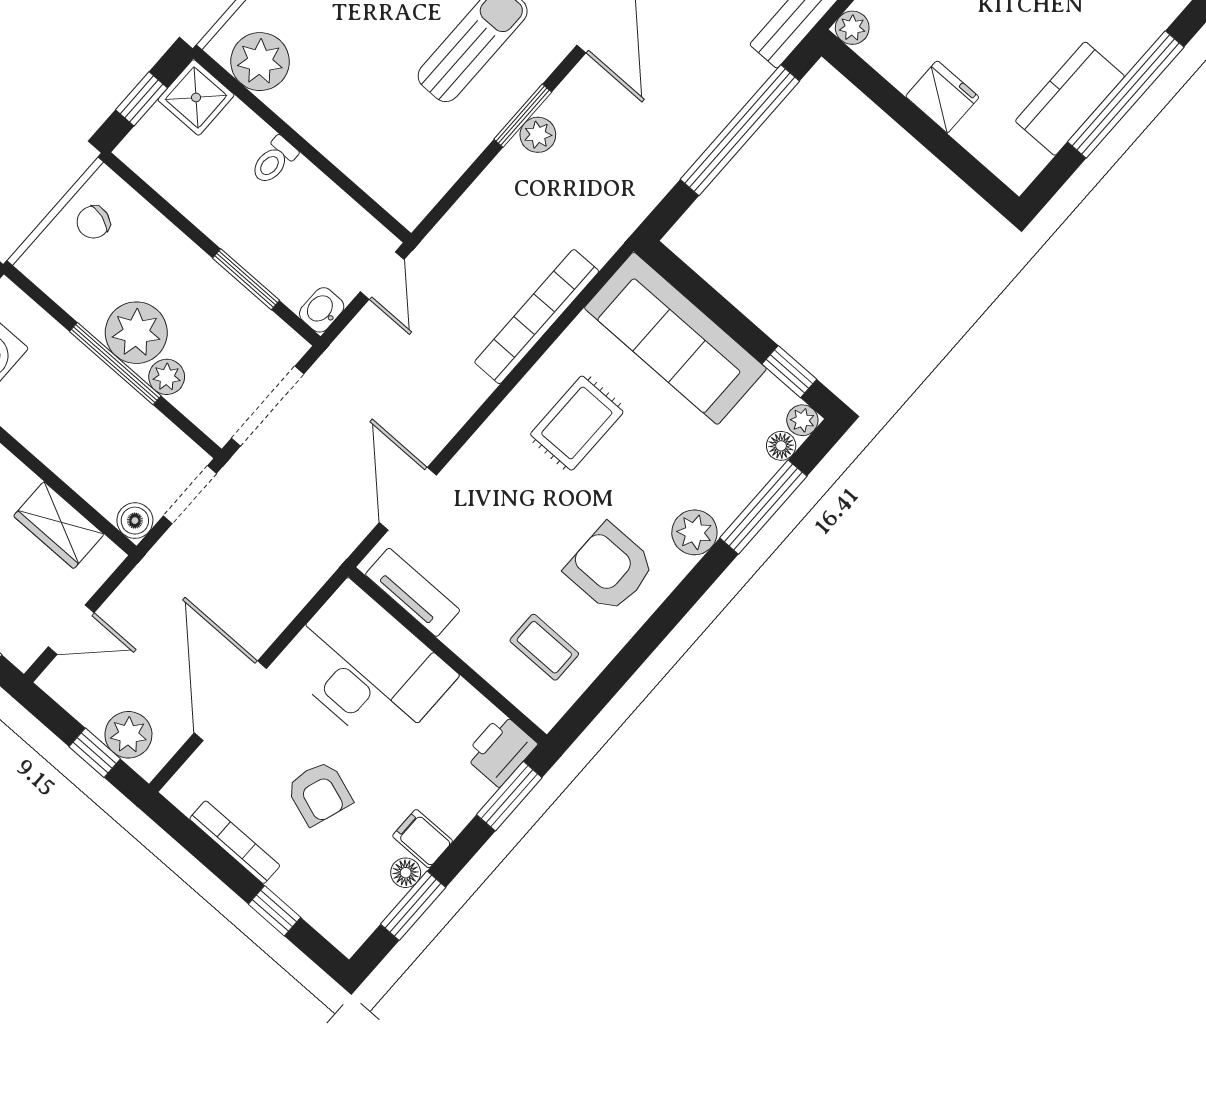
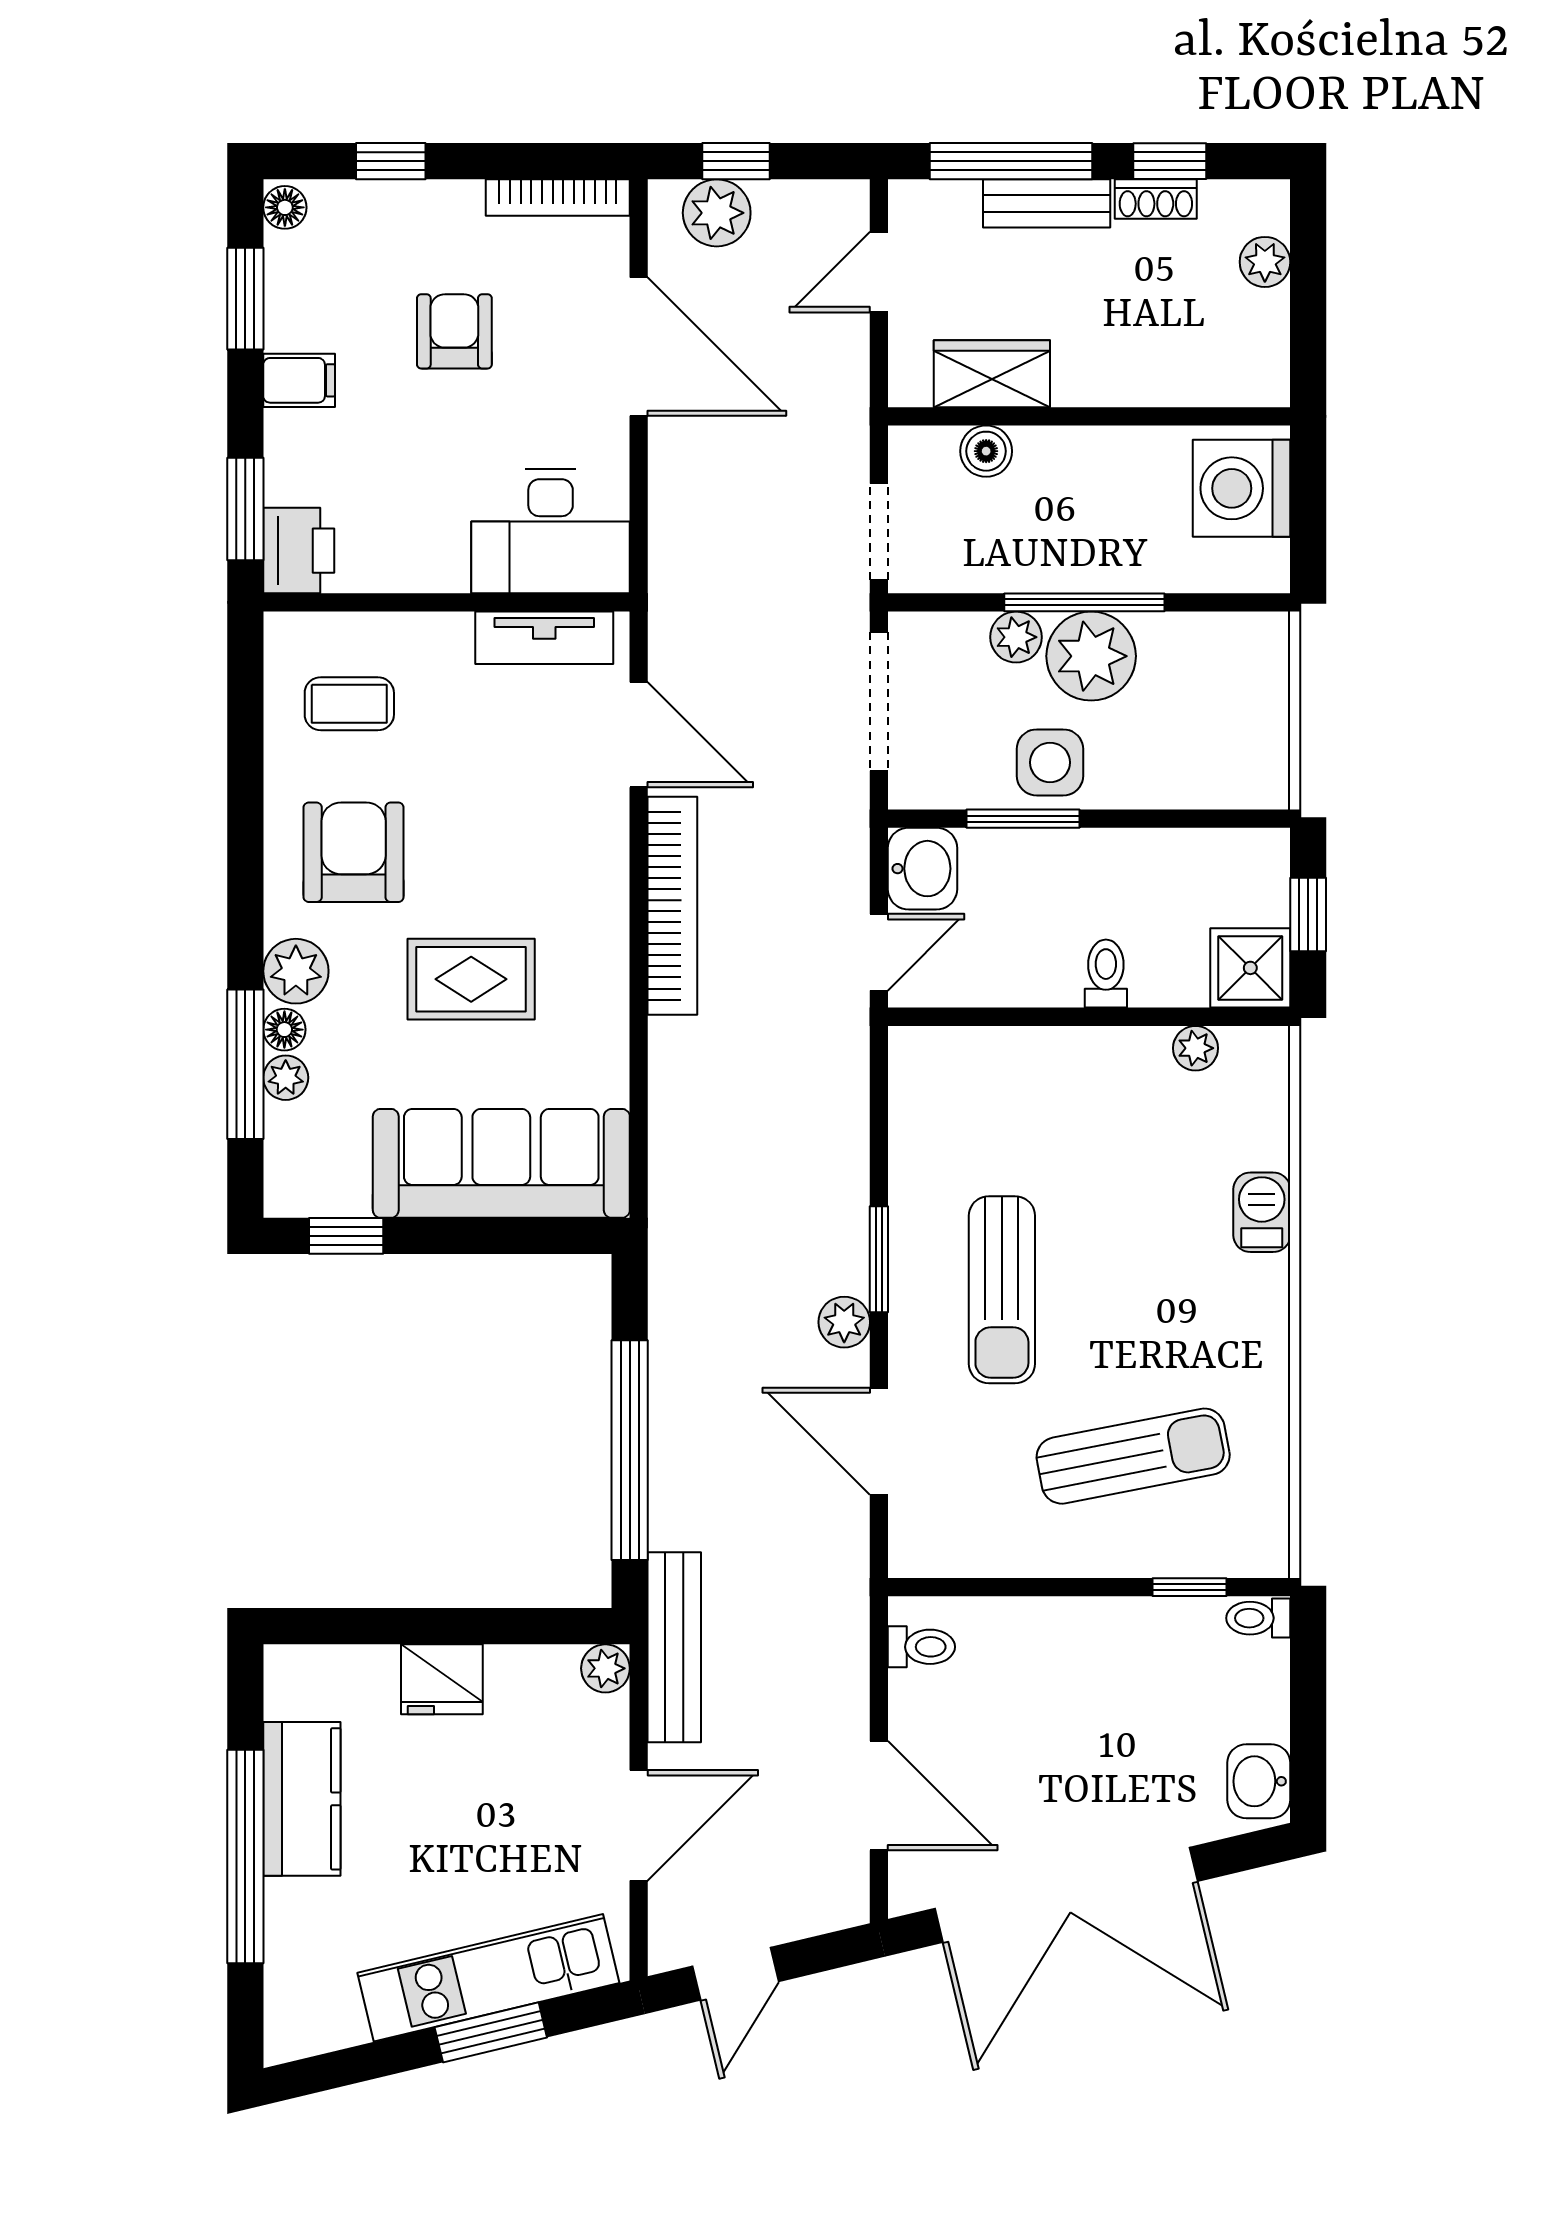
plant: (260, 62) -> (1195, 1048), width x0.53, depth x0.53
plant: (538, 135) -> (844, 1322), moved
chair: (93, 222) -> (1243, 735), removed
door: (382, 276) -> (879, 952), swing flipped
side table: (206, 296) -> (1050, 762), added
washbasin: (322, 310) -> (923, 869), width x1.38, depth x1.45
bookcase: (537, 317) -> (672, 906), moved
plant: (802, 420) -> (286, 1078), moved
rug: (577, 423) -> (471, 979), moved, turned 90
floor lamp: (781, 446) -> (284, 1030), moved
boiler: (135, 521) -> (986, 451), moved
armchair: (610, 568) -> (354, 852), turned -90
desk: (367, 668) -> (551, 531), width x0.73, depth x0.77
armchair: (319, 793) -> (454, 331), turned 71
bookcase: (235, 842) -> (558, 198), moved
floor lamp: (406, 873) -> (285, 207), moved

